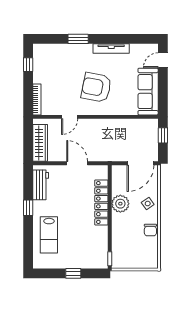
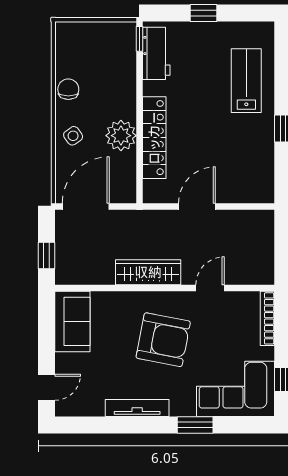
corner sofa: (55, 59) -> (236, 389), added
sofa: (148, 92) -> (72, 321), width x0.73
wardrobe: (40, 143) -> (148, 272), moved, turned 90
door: (77, 163) -> (197, 206), swing flipped
workbench: (41, 185) -> (156, 53), moved, turned 180

